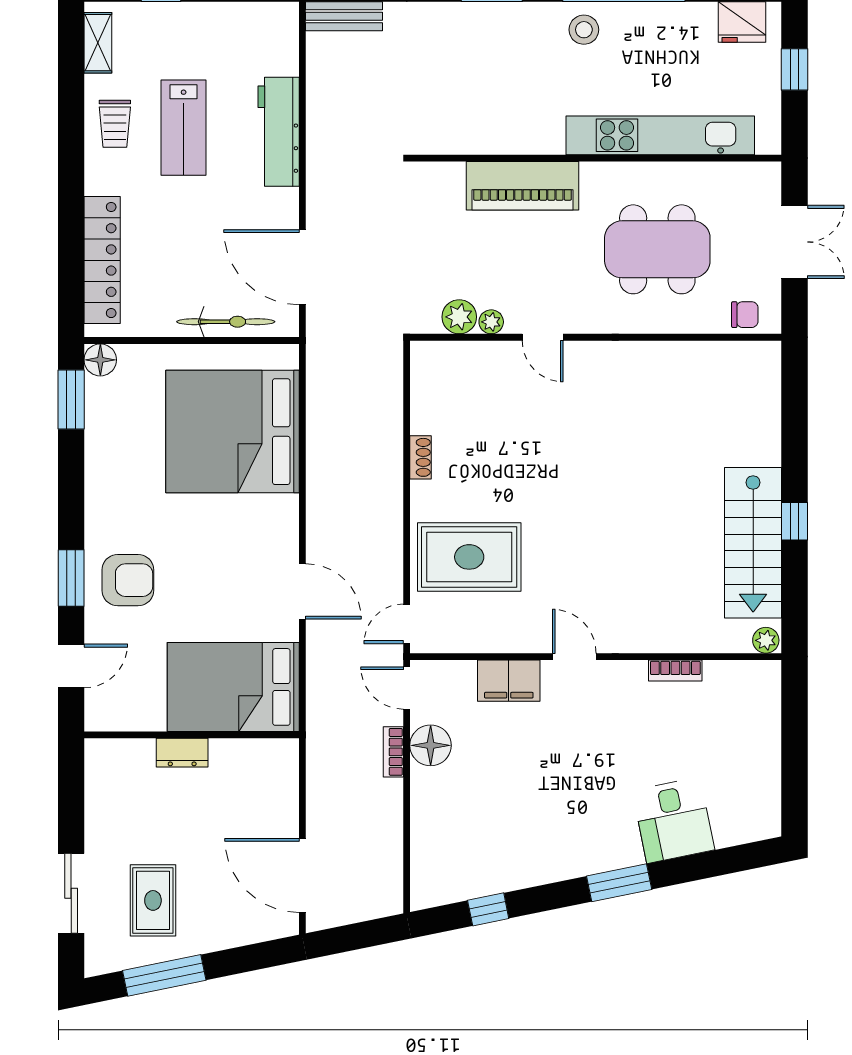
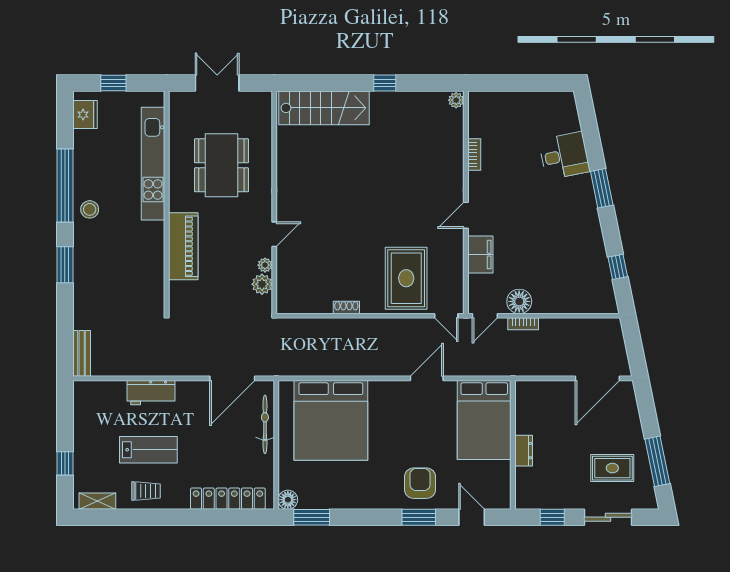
workbench: (279, 132) -> (151, 393), width x0.73
chair: (745, 315) -> (261, 113), removed
stairs: (753, 543) -> (324, 108), moved
window: (71, 800) -> (552, 517), added

